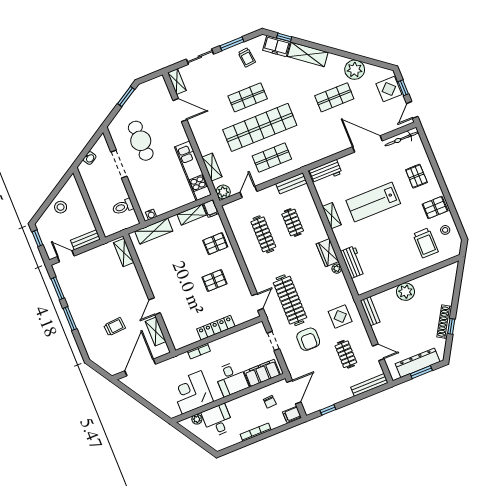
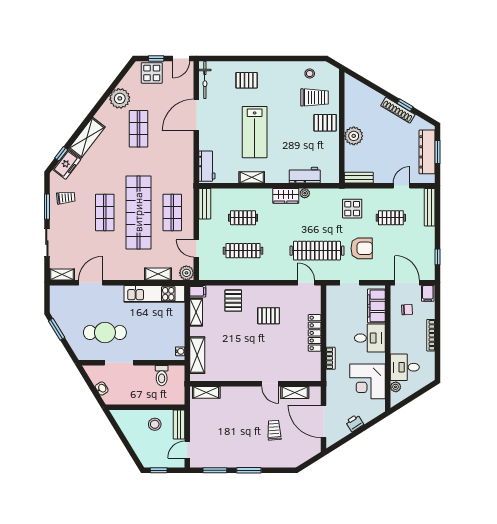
door: (412, 110) -> (181, 59), hinge flipped
stool: (61, 207) -> (155, 424), moved
pallet: (435, 207) -> (325, 123), moved, turned 90
pallet: (215, 281) -> (269, 316), turned 90
printer: (150, 396) -> (355, 423), added

